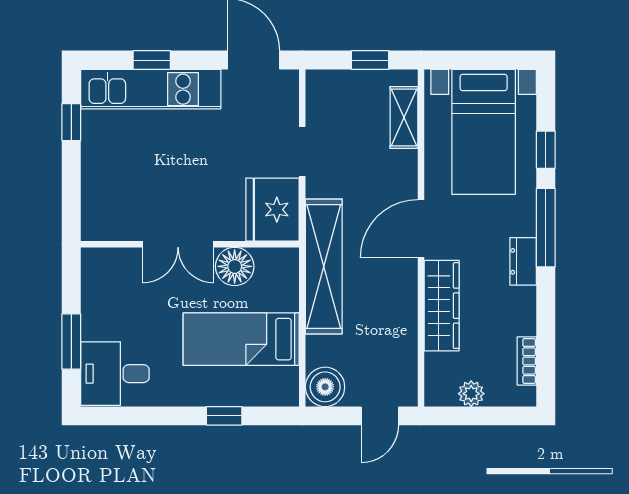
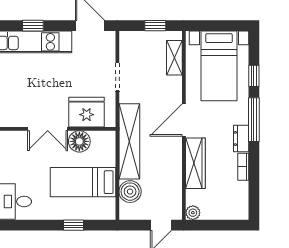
fridge: (273, 210) -> (87, 112), moved, turned 90
bookcase: (527, 361) -> (243, 167), moved
boiler: (325, 387) -> (130, 192), moved
plant: (471, 394) -> (193, 213), moved

